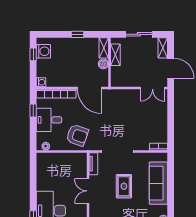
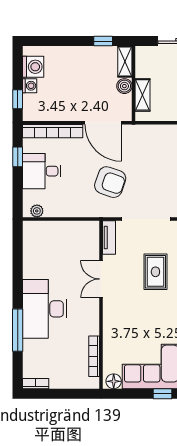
window: (78, 34) -> (103, 41), moved
window: (33, 54) -> (18, 99), moved
shelving: (115, 55) -> (143, 95), moved
washing machine: (41, 82) -> (30, 86), moved
armchair: (77, 135) -> (110, 182), moved

